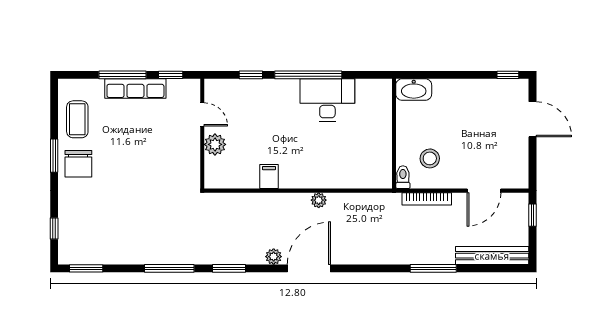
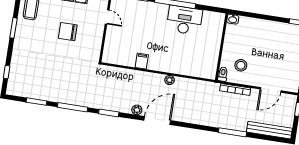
washbasin: (414, 90) -> (233, 19), width x0.52, depth x0.69
plant: (215, 144) -> (112, 36), removed
chair: (78, 164) -> (68, 32), moved, turned 90
window: (86, 268) -> (36, 102), moved

